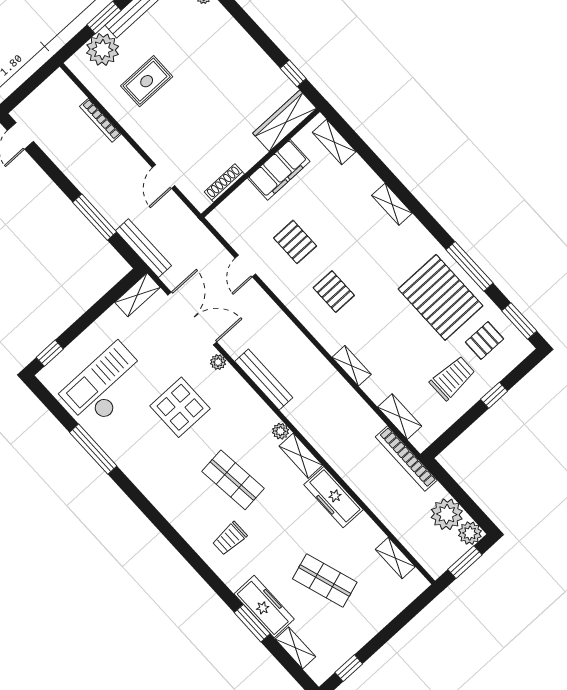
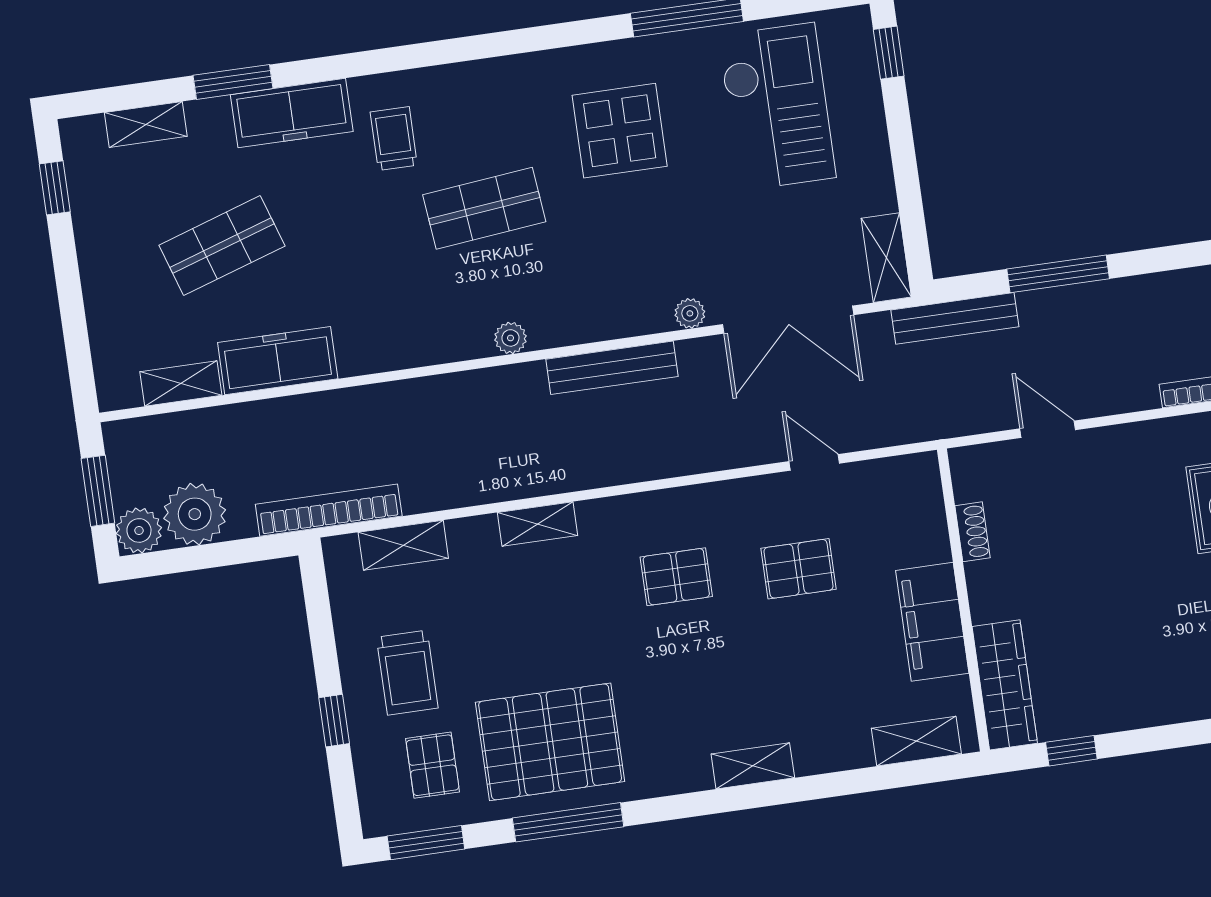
shoe rack: (224, 183) -> (972, 532), width x0.70
display table: (180, 407) -> (620, 131), moved
shelving: (301, 456) -> (449, 344), removed
freezer: (334, 497) -> (278, 361), moved
freezer: (264, 607) -> (292, 113), moved

